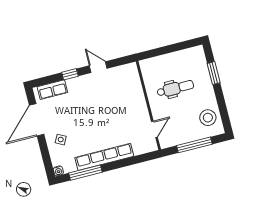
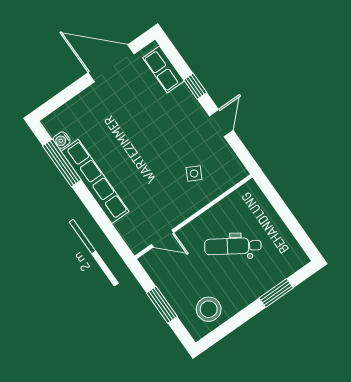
dental chair: (175, 88) -> (233, 246), turned 123
side table: (61, 140) -> (194, 174), moved
window: (194, 145) -> (162, 305), width x0.69
water cooler: (58, 171) -> (62, 140), moved

